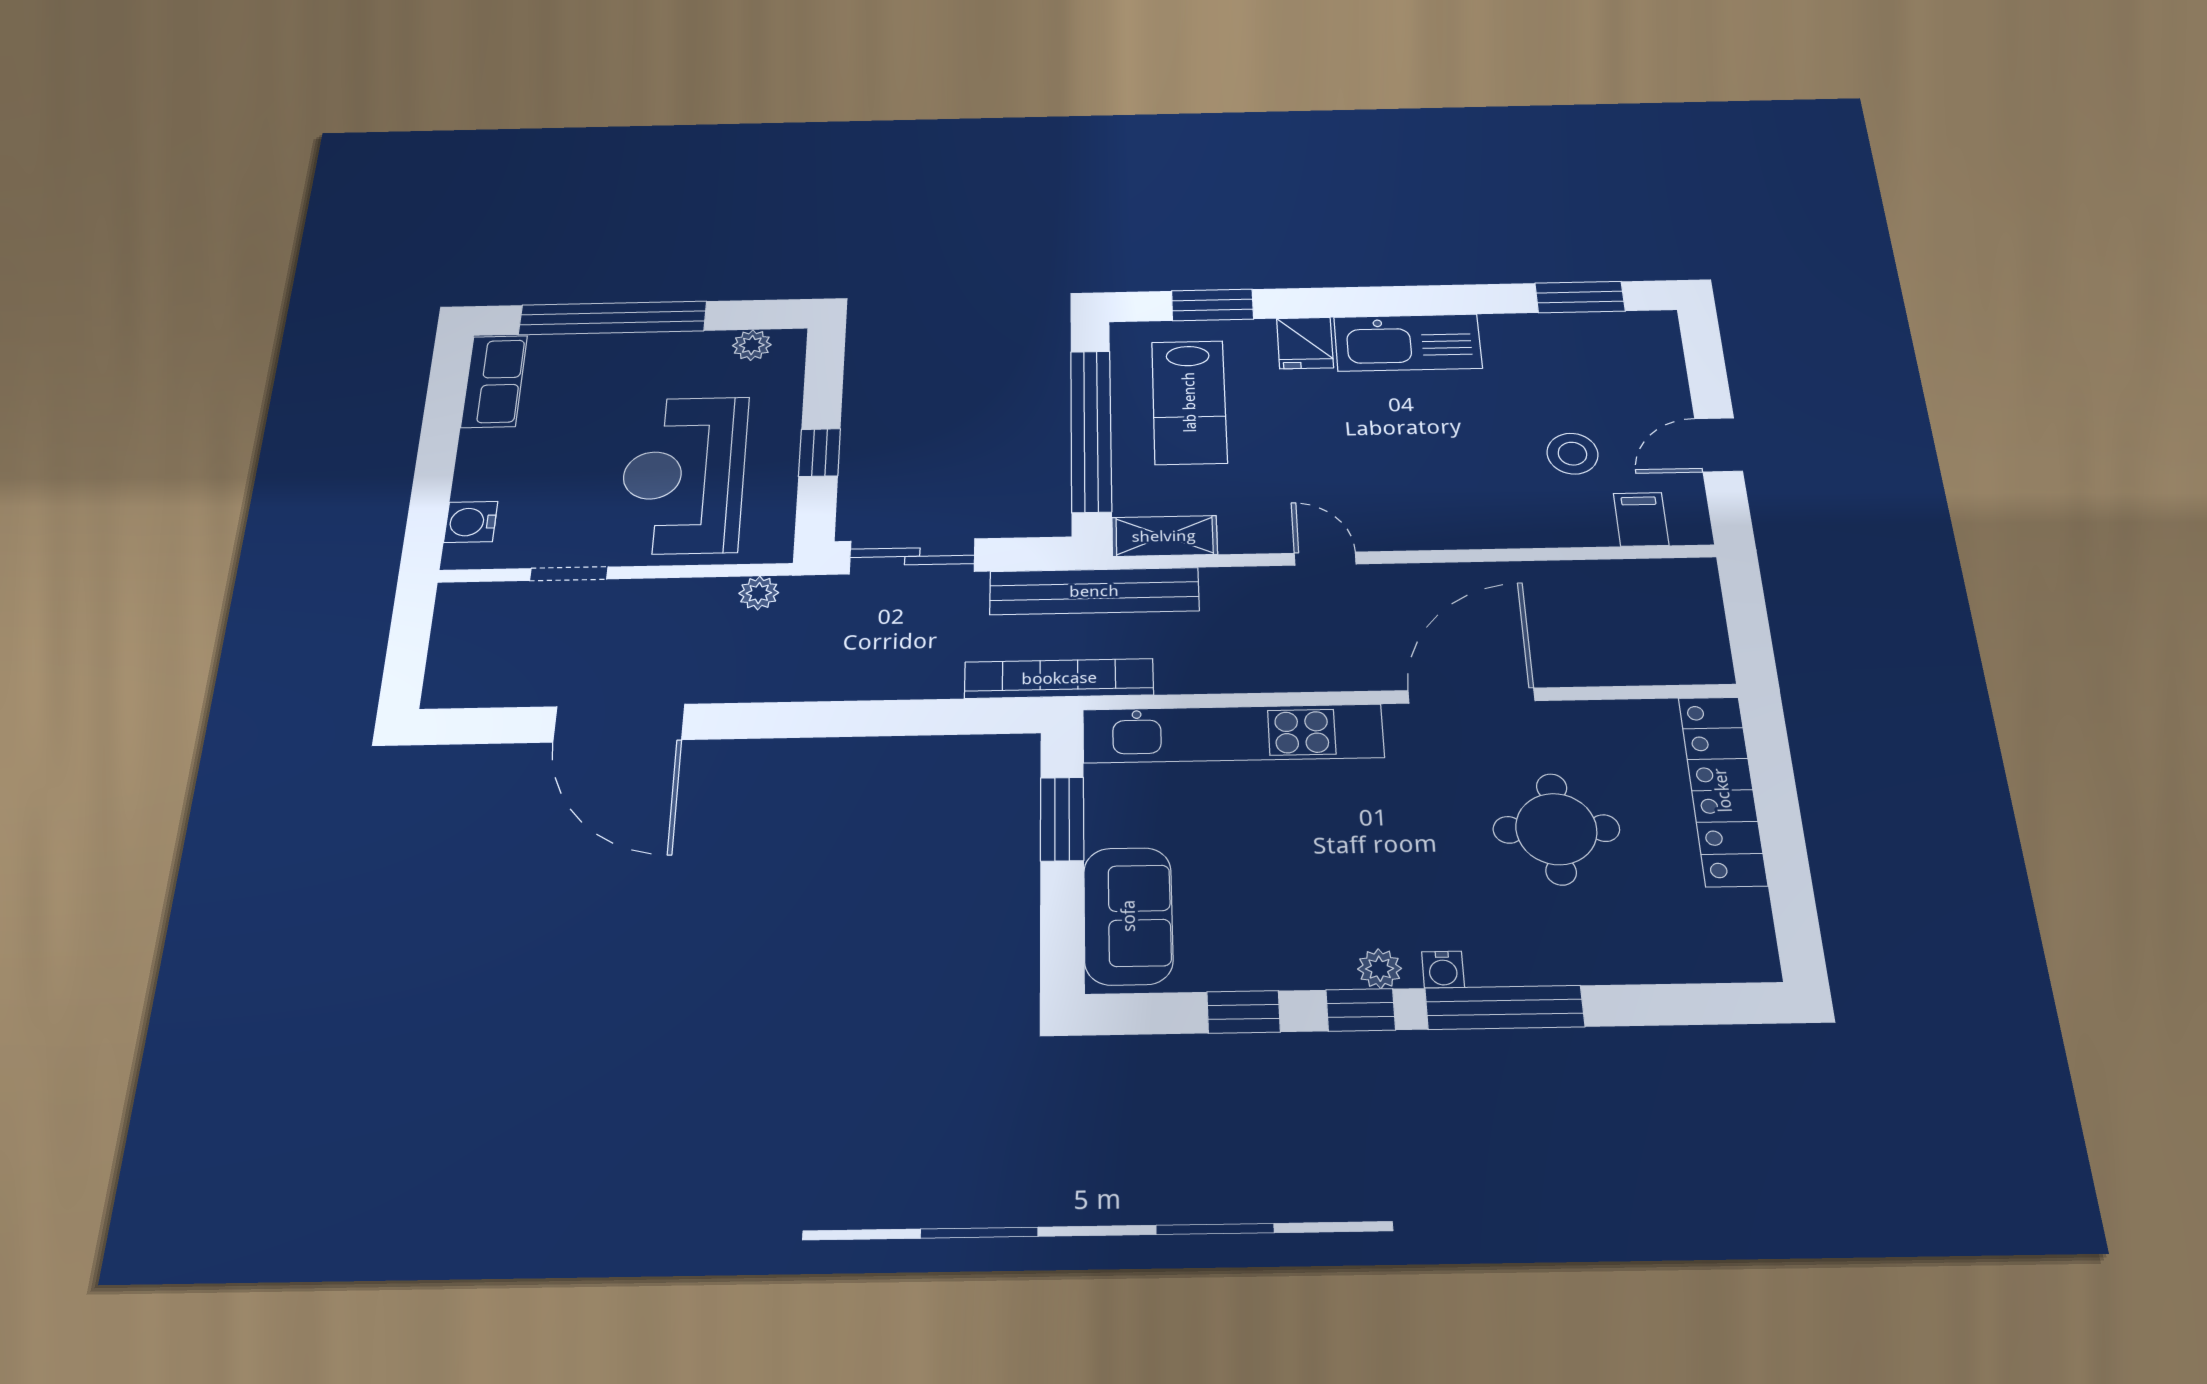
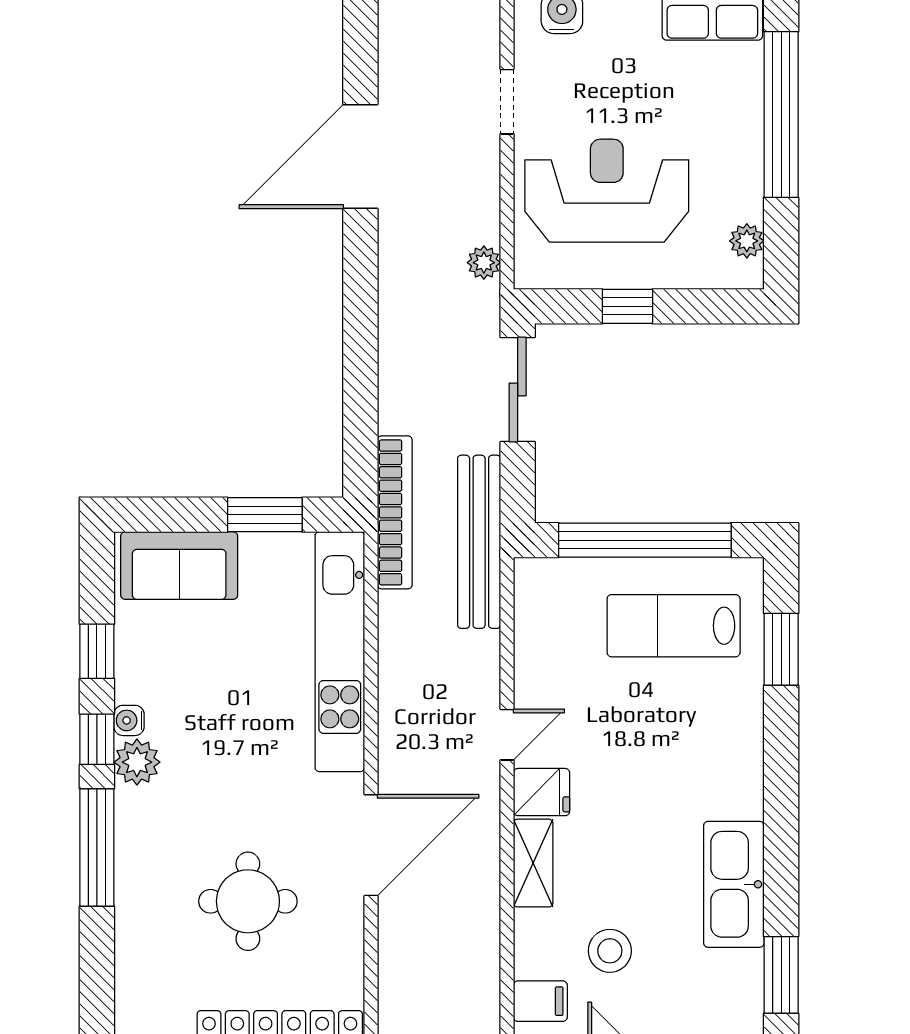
fridge: (1305, 343) -> (542, 792), moved, turned 180
kitchen sink: (1408, 343) -> (734, 884), moved
shelving: (1164, 536) -> (533, 863), moved
door: (1471, 696) -> (371, 845), hinge flipped
plant: (1380, 969) -> (137, 762), width x1.38, depth x1.38
water cooler: (1443, 970) -> (129, 720), moved

